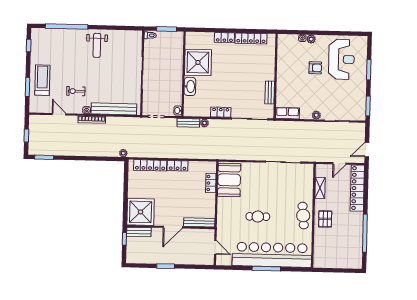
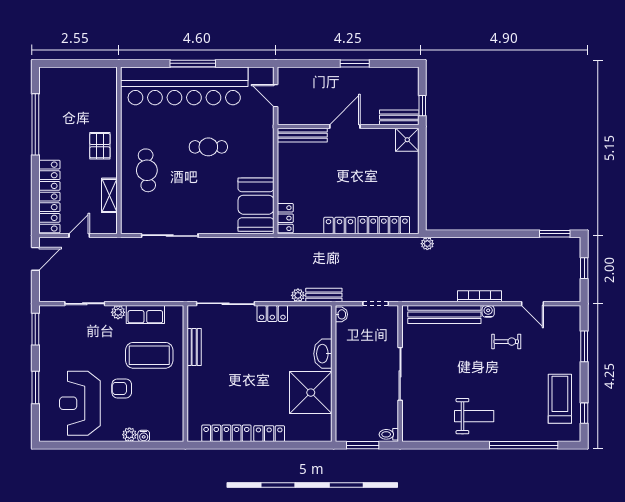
weight bench: (97, 45) -> (474, 416), turned 90
treadmill: (42, 80) -> (560, 399), moved, turned 180
coffee table: (298, 88) -> (149, 355), added
row of seats: (288, 113) -> (145, 314), moved
locker: (211, 183) -> (285, 218), moved
shower: (141, 212) -> (407, 140), width x0.54, depth x0.54
cafe table: (303, 216) -> (147, 170), moved

